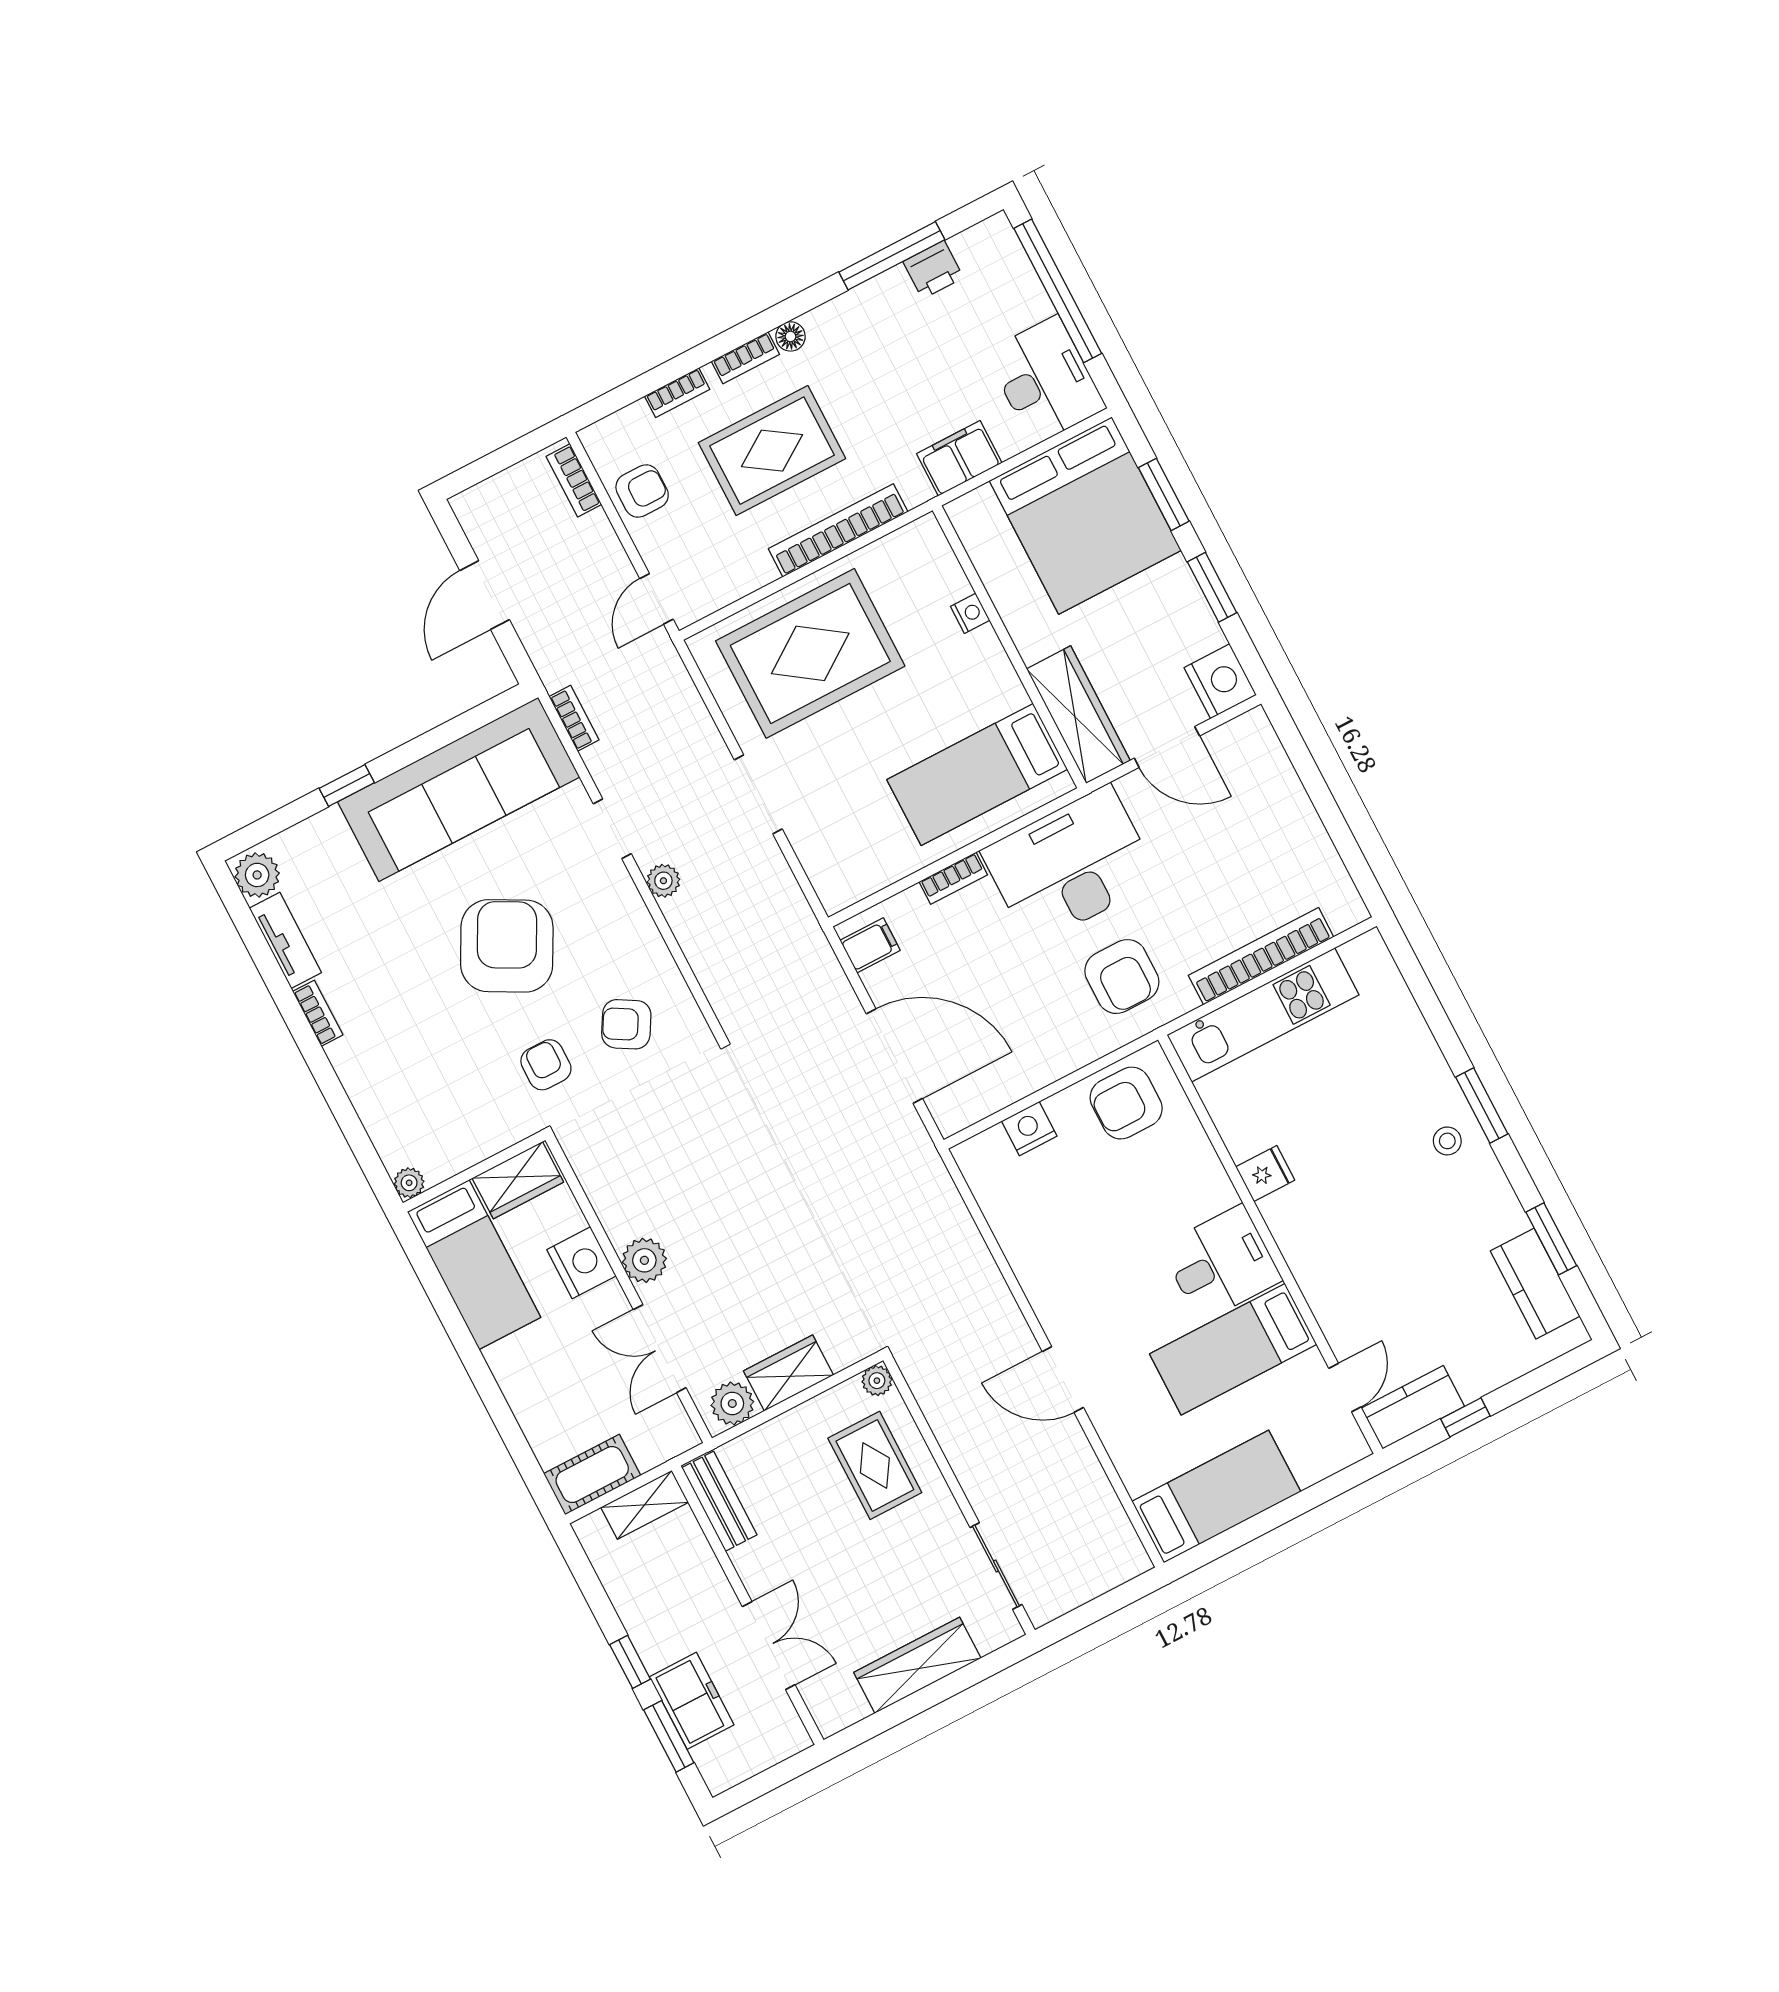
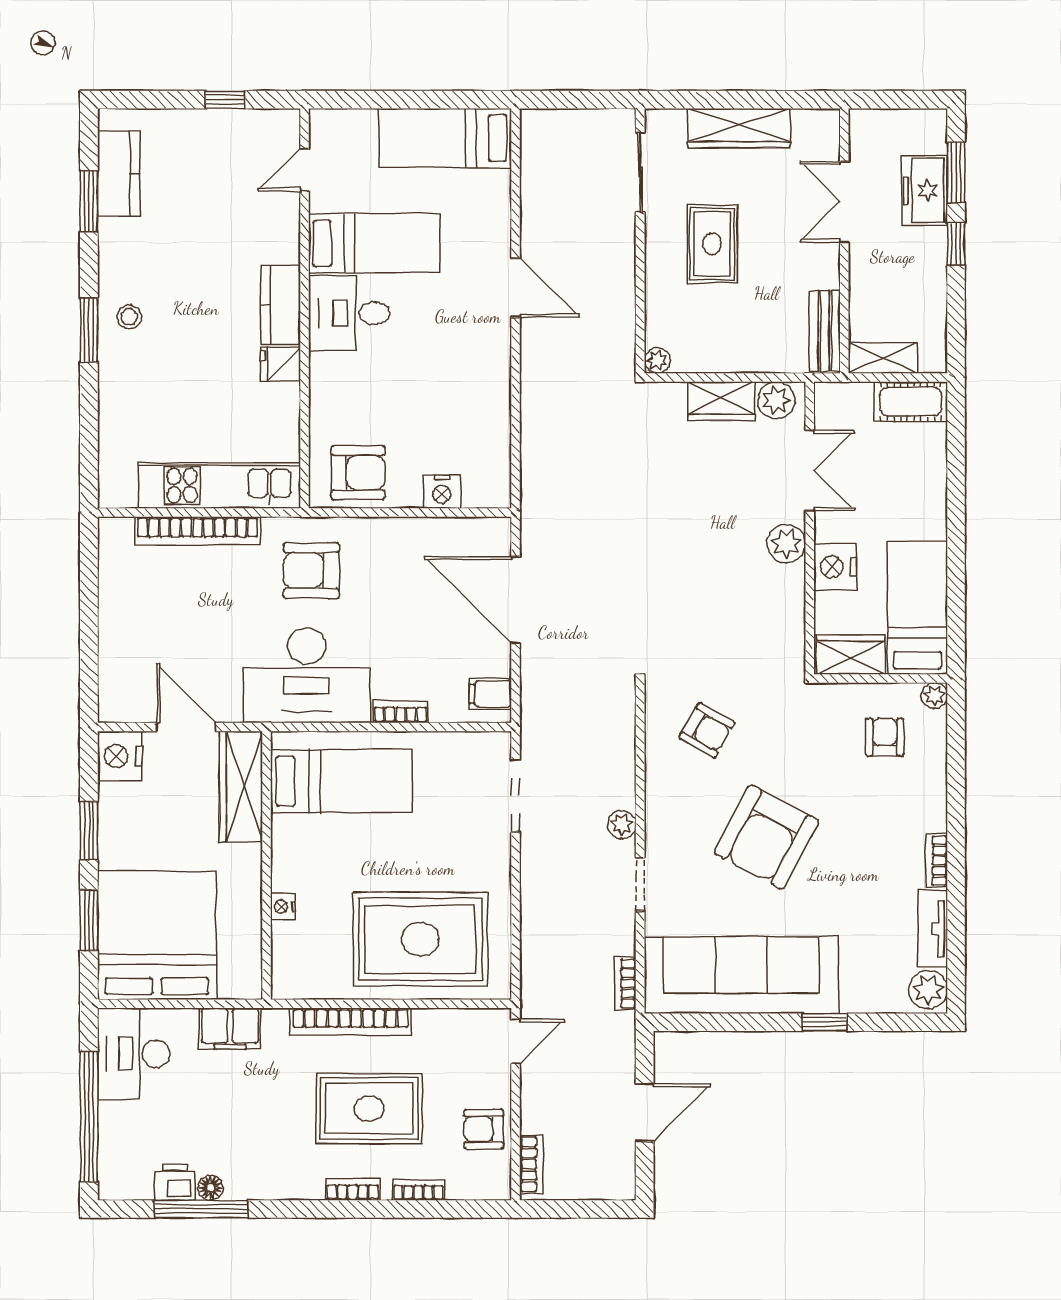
floor lamp: (791, 336) -> (210, 1188), moved
doorway: (758, 794) -> (516, 796), moved
armchair: (1122, 977) -> (311, 570), turned -90
armchair: (546, 1065) -> (885, 737), moved, turned 180
kitchen counter: (1413, 1407) -> (280, 305), moved, turned 90
rug: (875, 1465) -> (712, 244), moved

